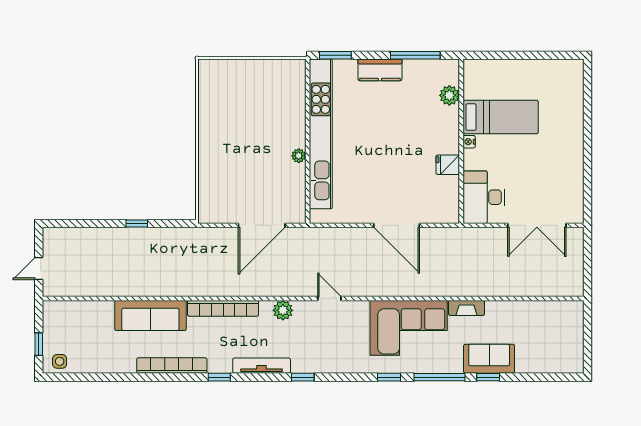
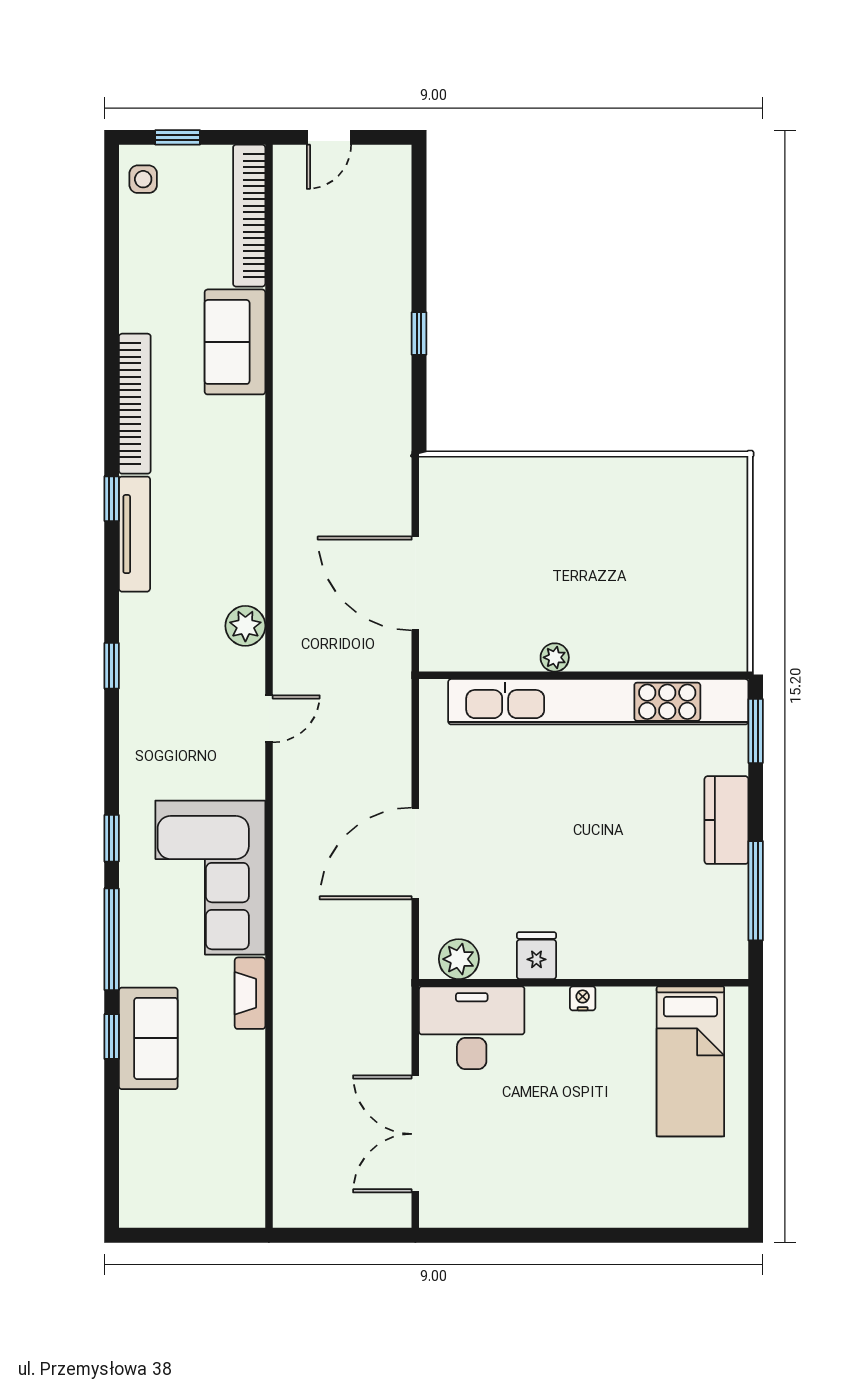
plant: (449, 95) -> (459, 959), moved
bed: (501, 117) -> (690, 1061), moved
door: (39, 269) -> (329, 137), swing flipped
bookcase: (223, 308) -> (249, 216), moved
sofa: (150, 315) -> (235, 342), width x0.73
tv unit: (262, 366) -> (134, 534), moved

